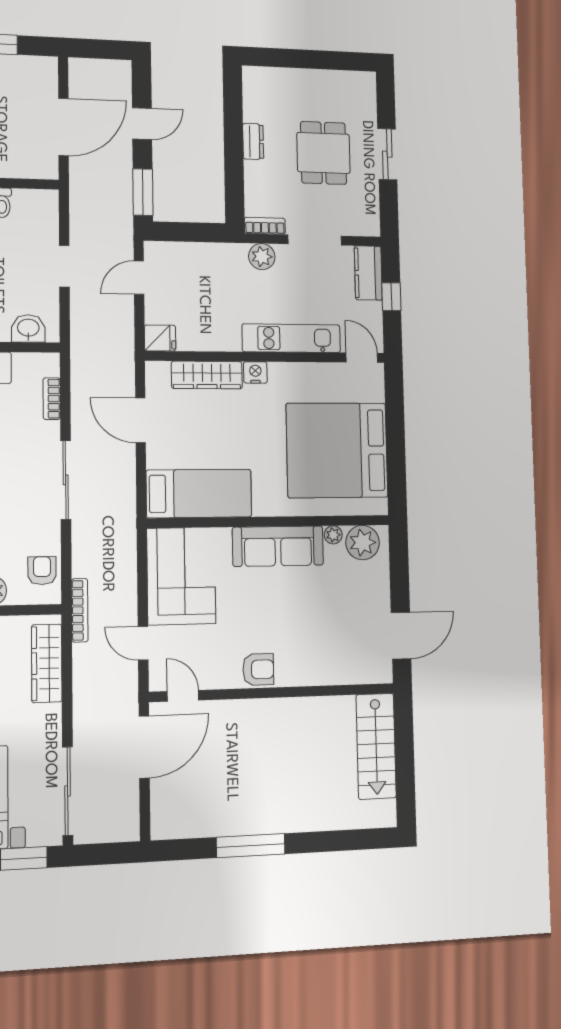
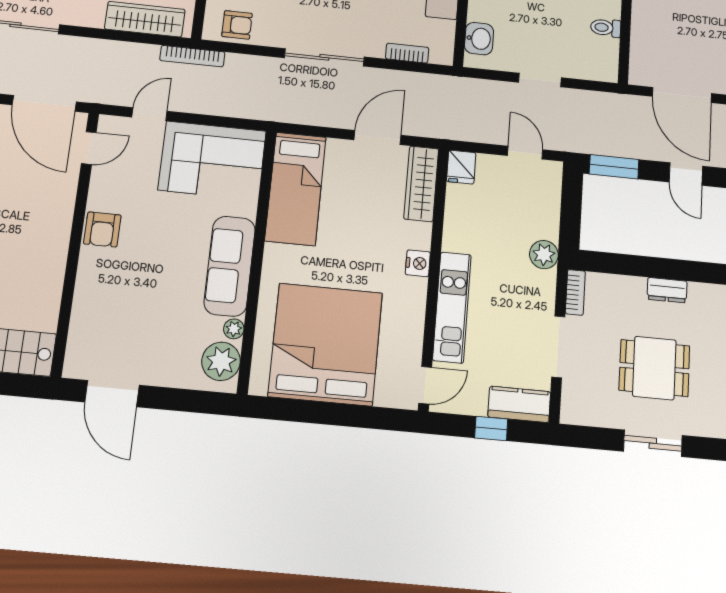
plant: (262, 257) -> (544, 255), moved
wardrobe: (207, 375) -> (421, 184), moved

